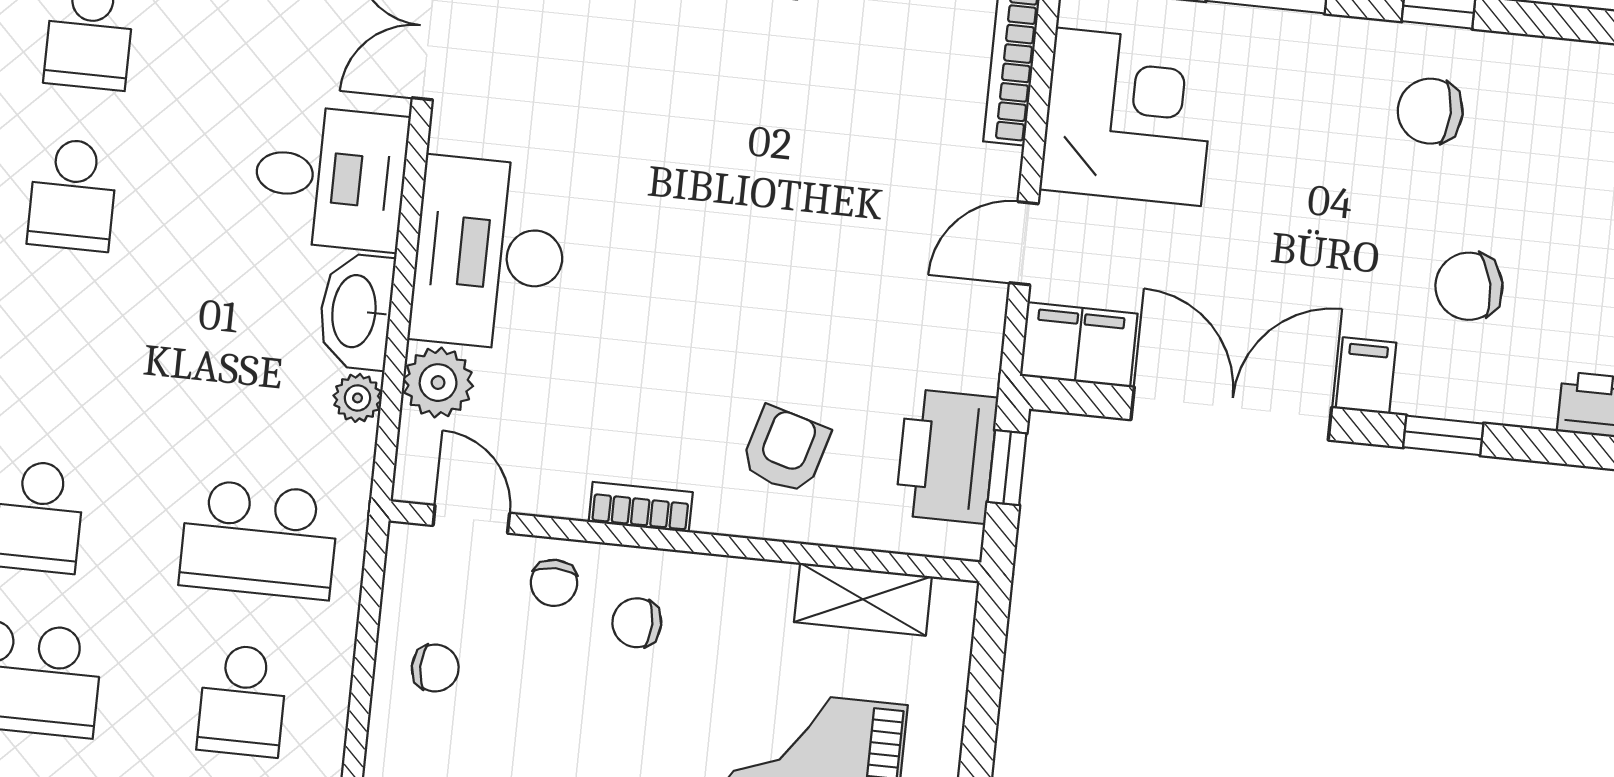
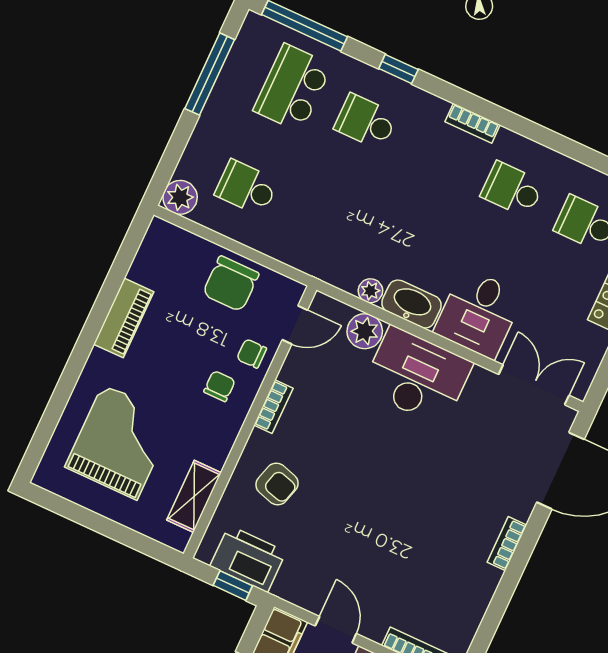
school desk: (259, 539) -> (320, 222), removed
chair: (435, 668) -> (231, 284), width x1.87, depth x1.87

